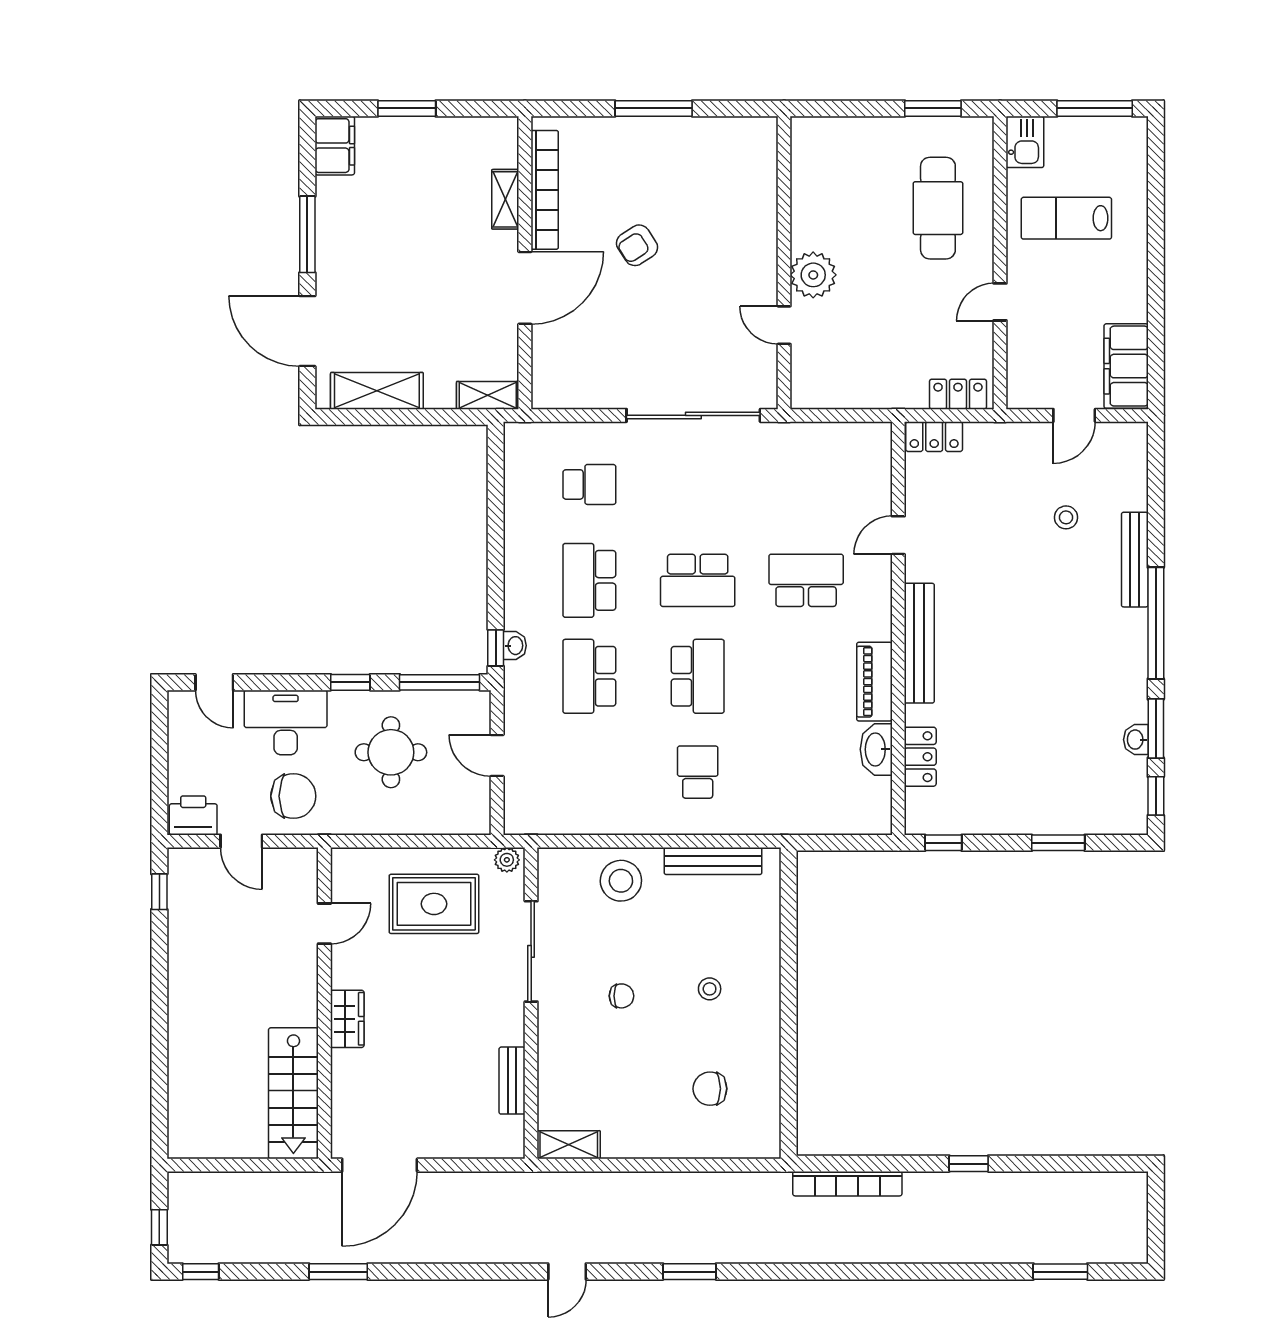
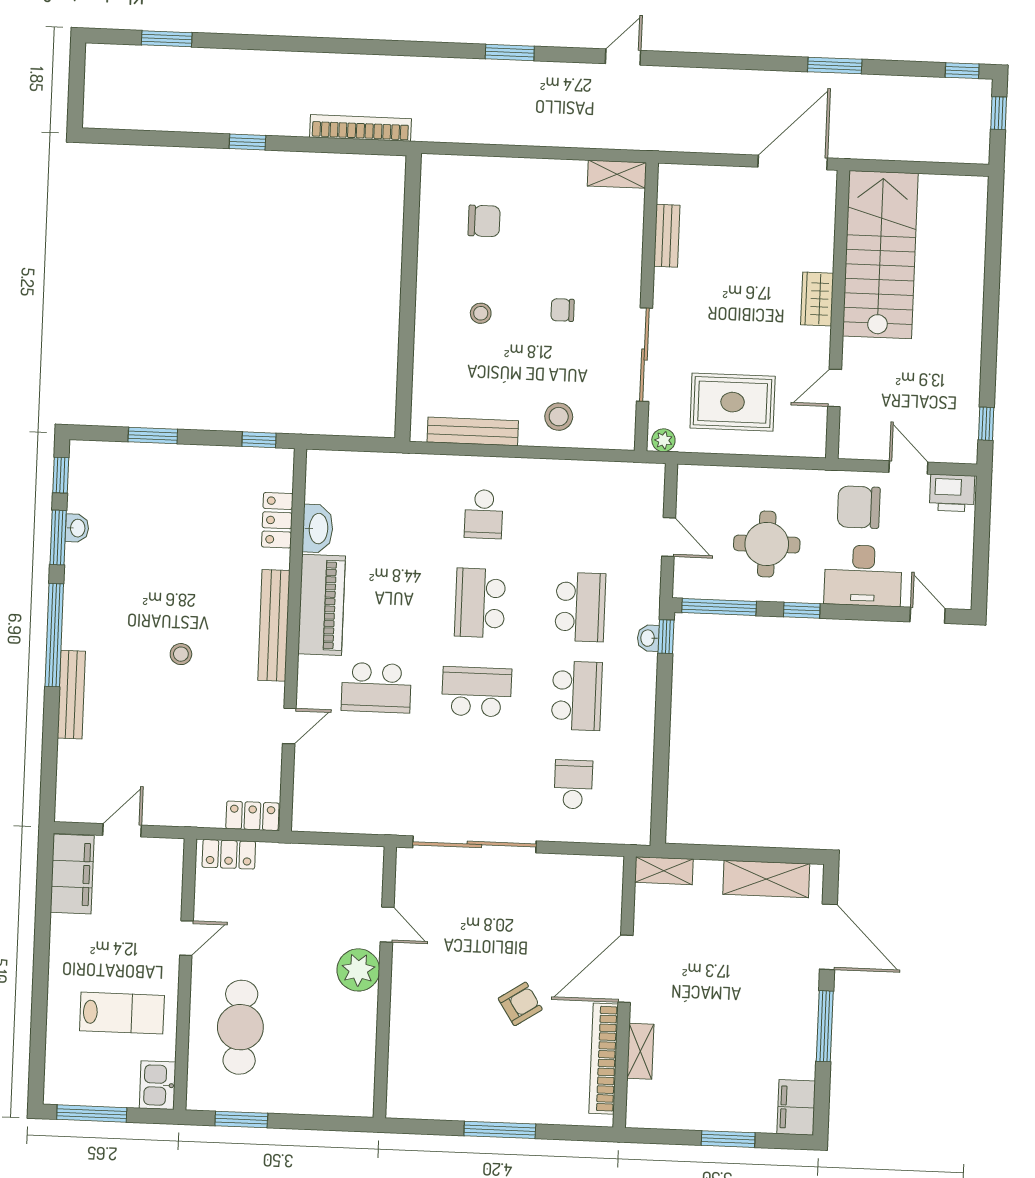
school desk: (589, 484) -> (573, 784), turned 90
stool: (1066, 517) -> (181, 654), moved
piano: (874, 682) -> (322, 605), width x1.37, depth x1.33
stool: (621, 881) -> (559, 417), width x0.73, depth x0.73
stairs: (293, 1093) -> (880, 255), width x1.36, depth x1.51

